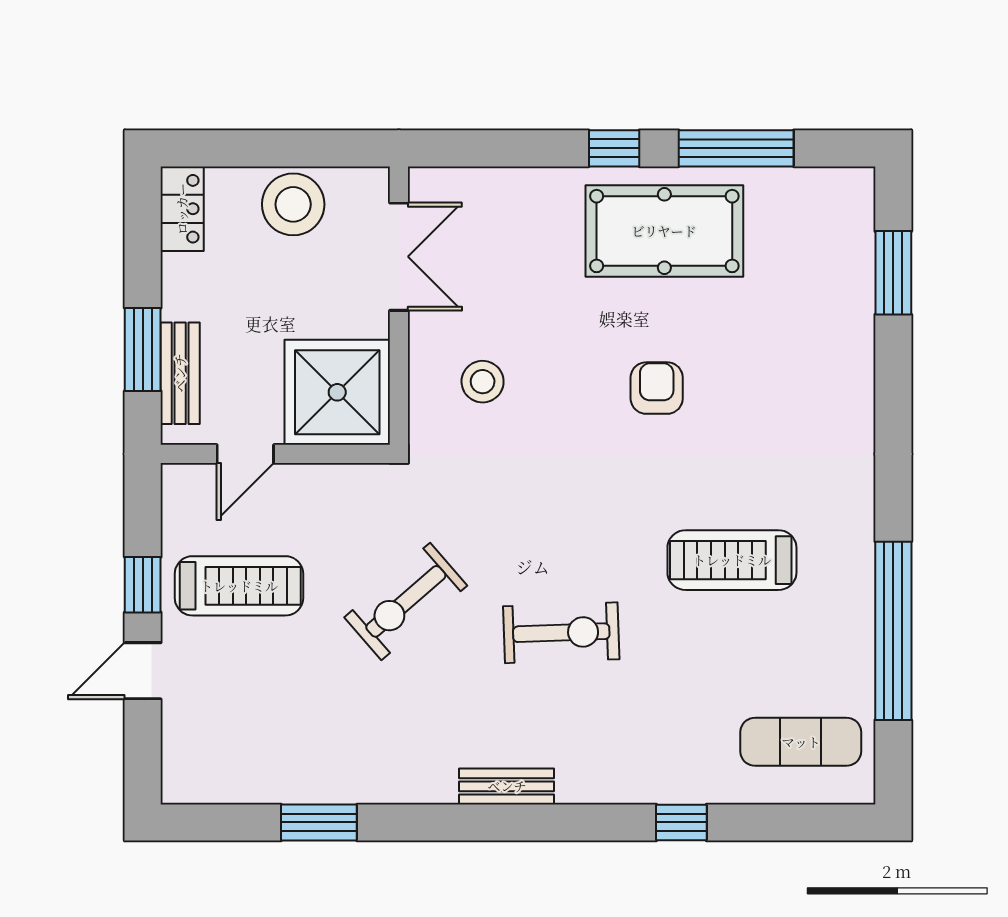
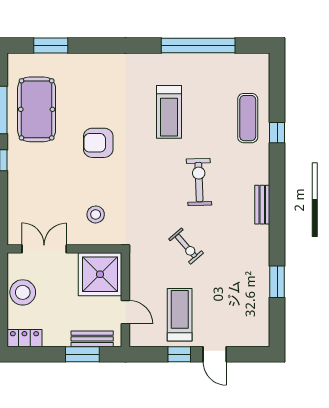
pool table: (664, 231) -> (37, 109), moved
armchair: (657, 388) -> (98, 143), width x1.38, depth x1.38
exercise bike: (406, 601) -> (186, 246), width x0.73, depth x0.72
exercise mat: (801, 742) -> (248, 118), moved

